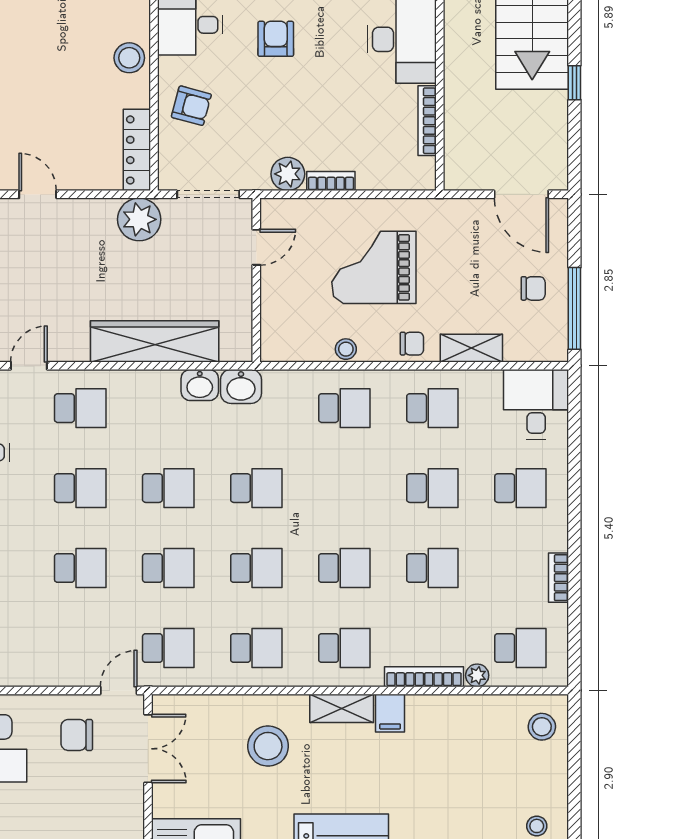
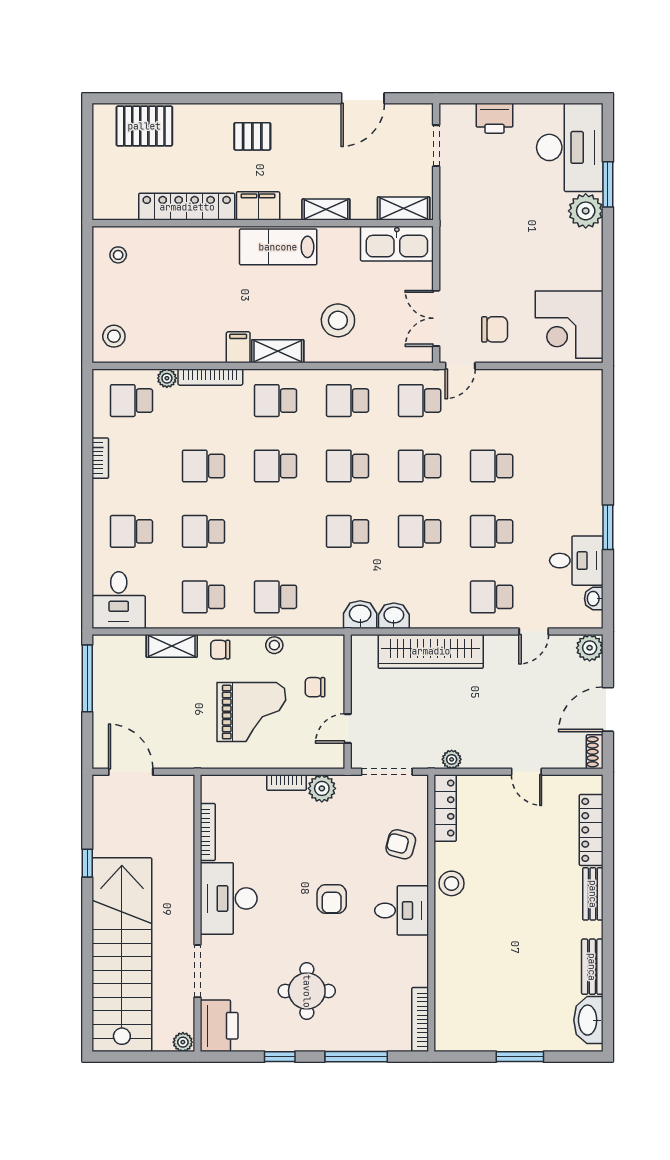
plant: (139, 219) -> (452, 759), width x0.53, depth x0.53
chair: (533, 288) -> (315, 687), moved

